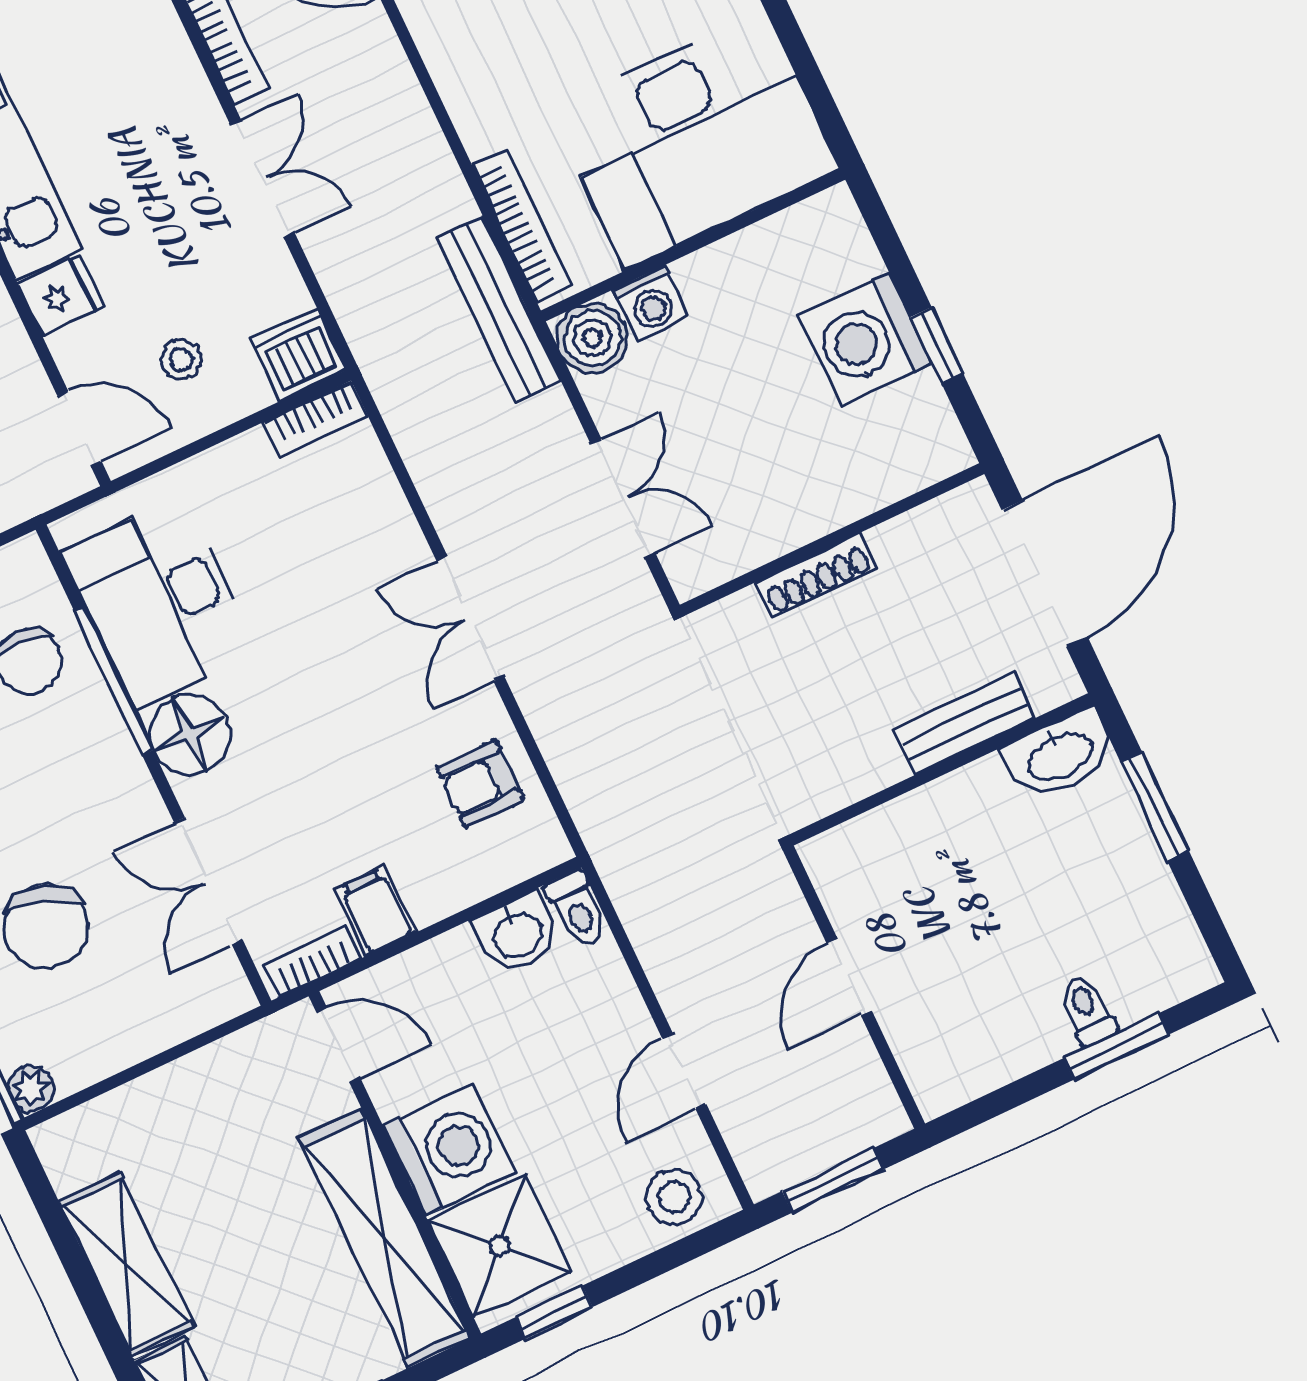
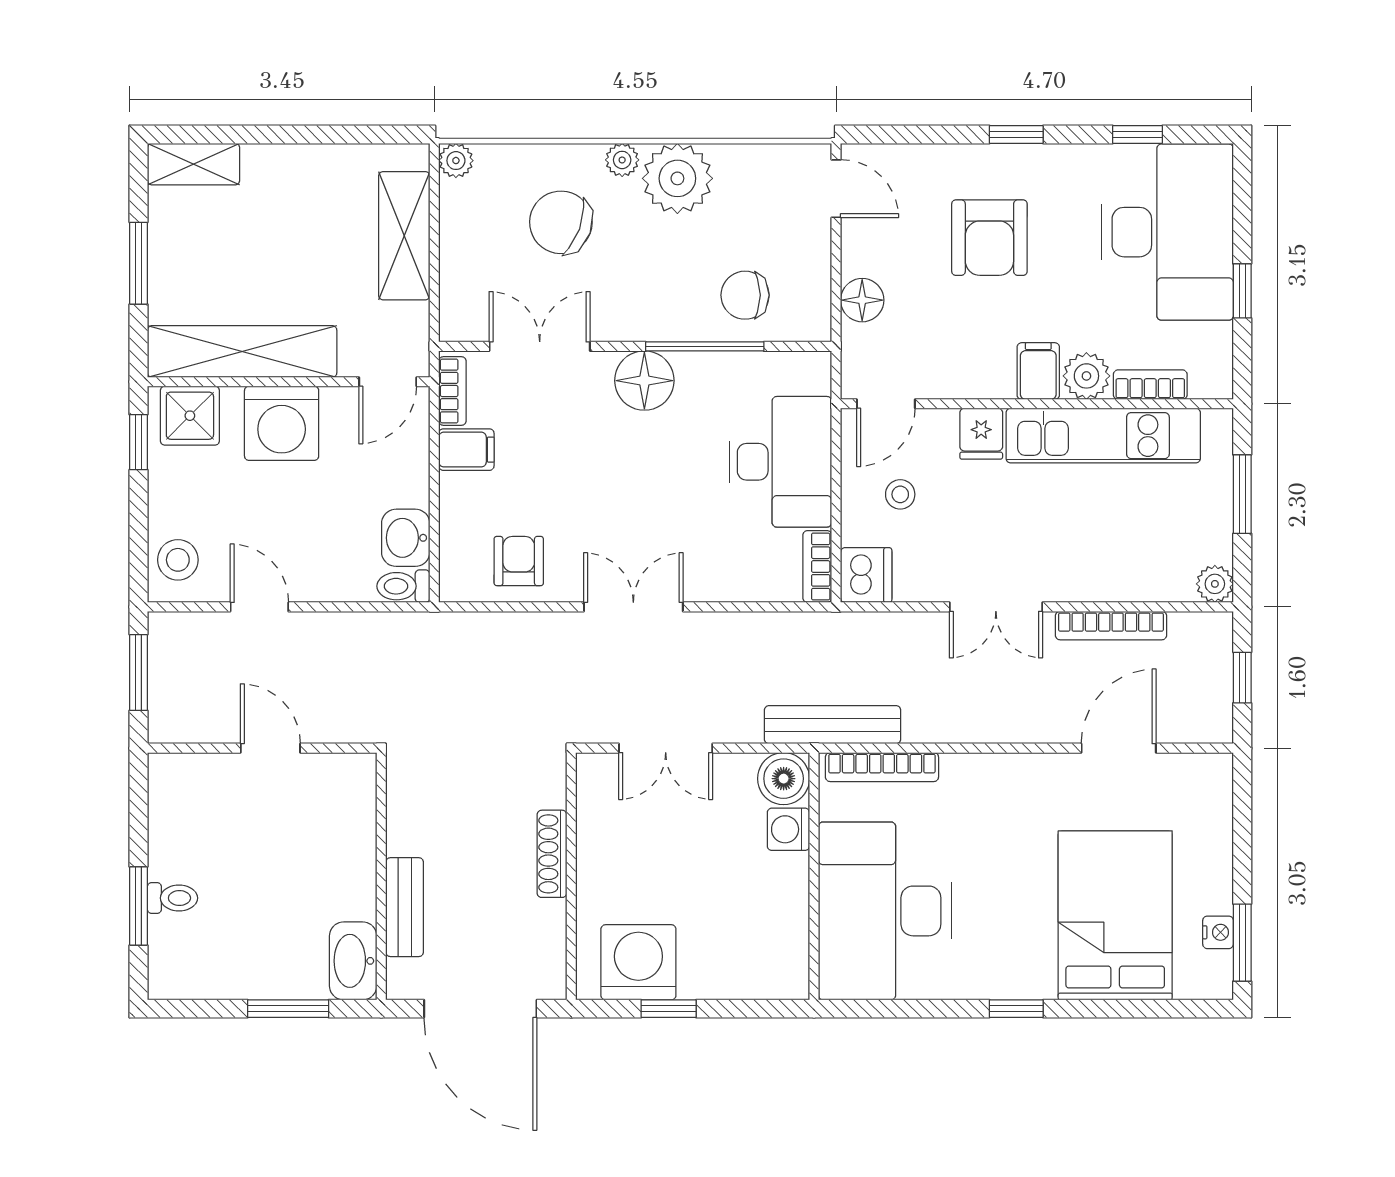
washing machine: (865, 340) -> (638, 962), moved
desk: (159, 603) -> (780, 462), moved, turned 90
shower: (499, 1246) -> (190, 416), width x0.73, depth x0.73
shelving: (126, 1264) -> (404, 236), moved, turned 90

